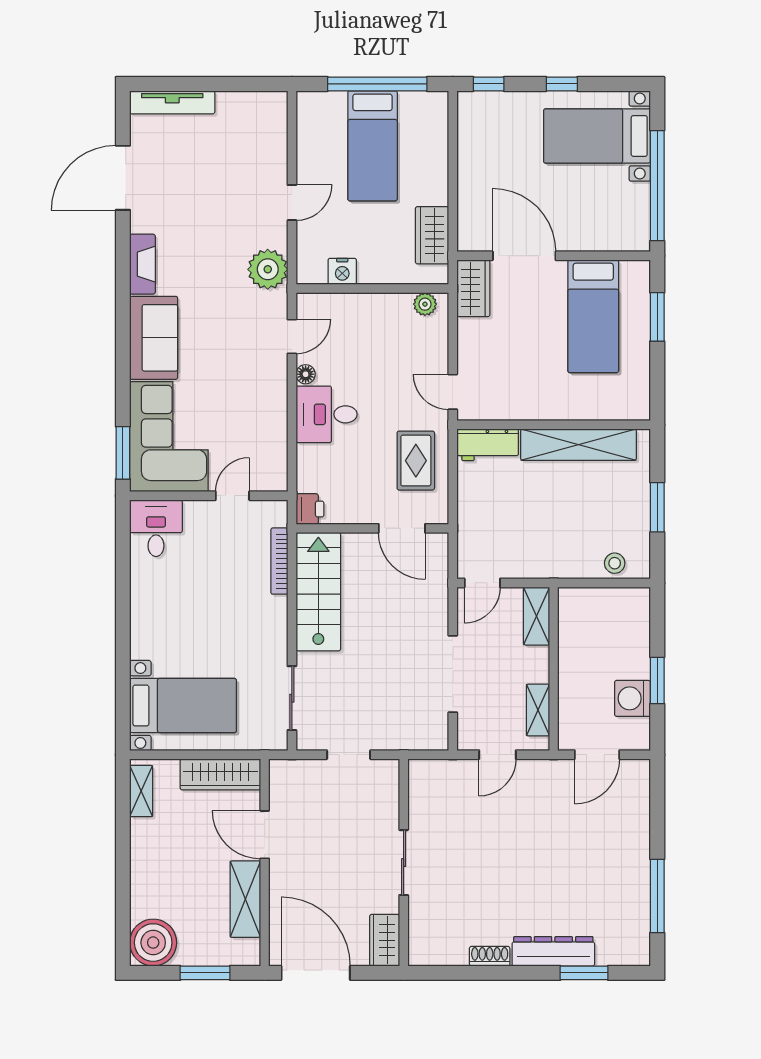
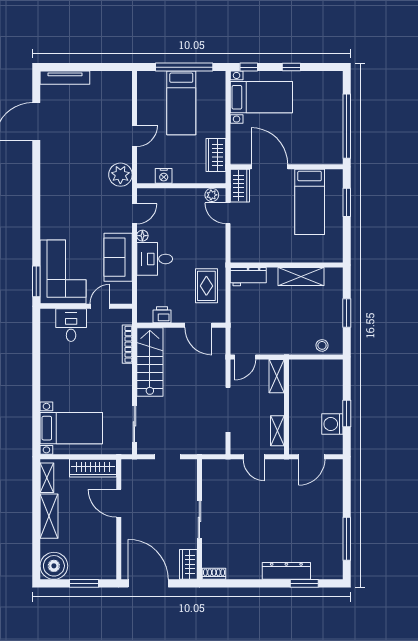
bed with nightstands: (597, 136) -> (261, 97), moved, turned 180
fireplace: (142, 264) -> (48, 172), removed
sofa: (154, 338) -> (118, 257), moved, turned 180
door: (453, 392) -> (228, 213), moved
shelving: (578, 445) -> (301, 277), width x0.68
printer: (310, 509) -> (162, 315), moved, turned -90
desk: (156, 528) -> (71, 325), moved
door: (498, 755) -> (254, 457), hinge flipped
shelving: (245, 899) -> (49, 516), moved
shoe rack: (490, 956) -> (214, 574), moved

